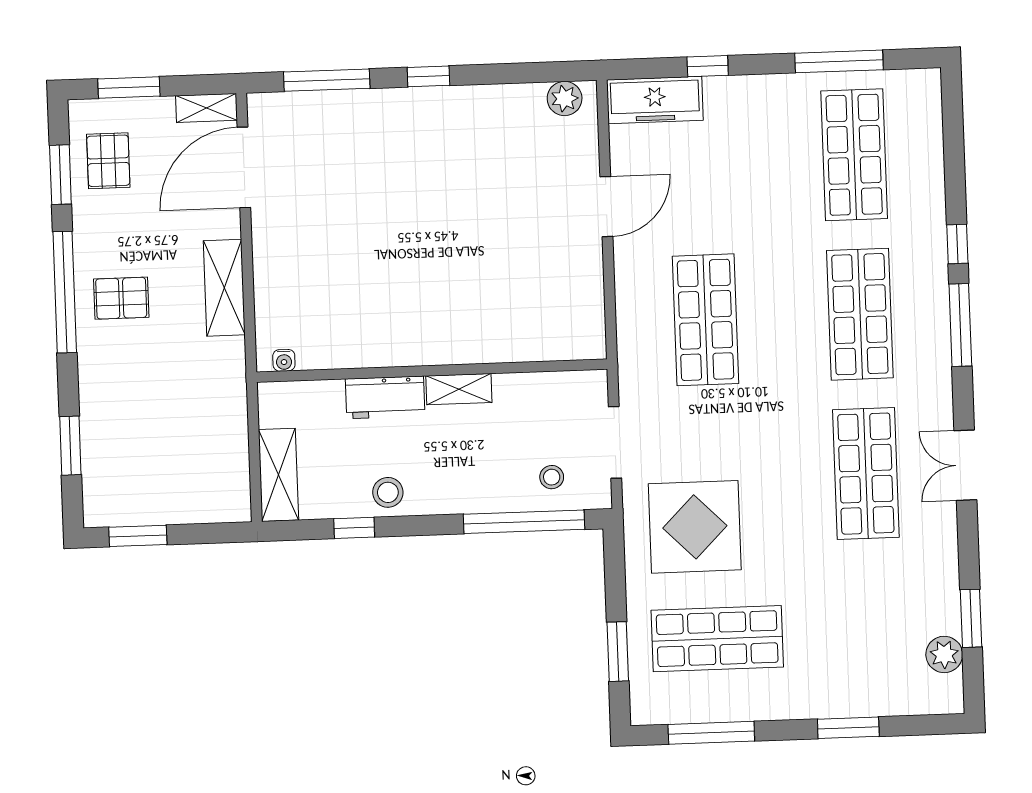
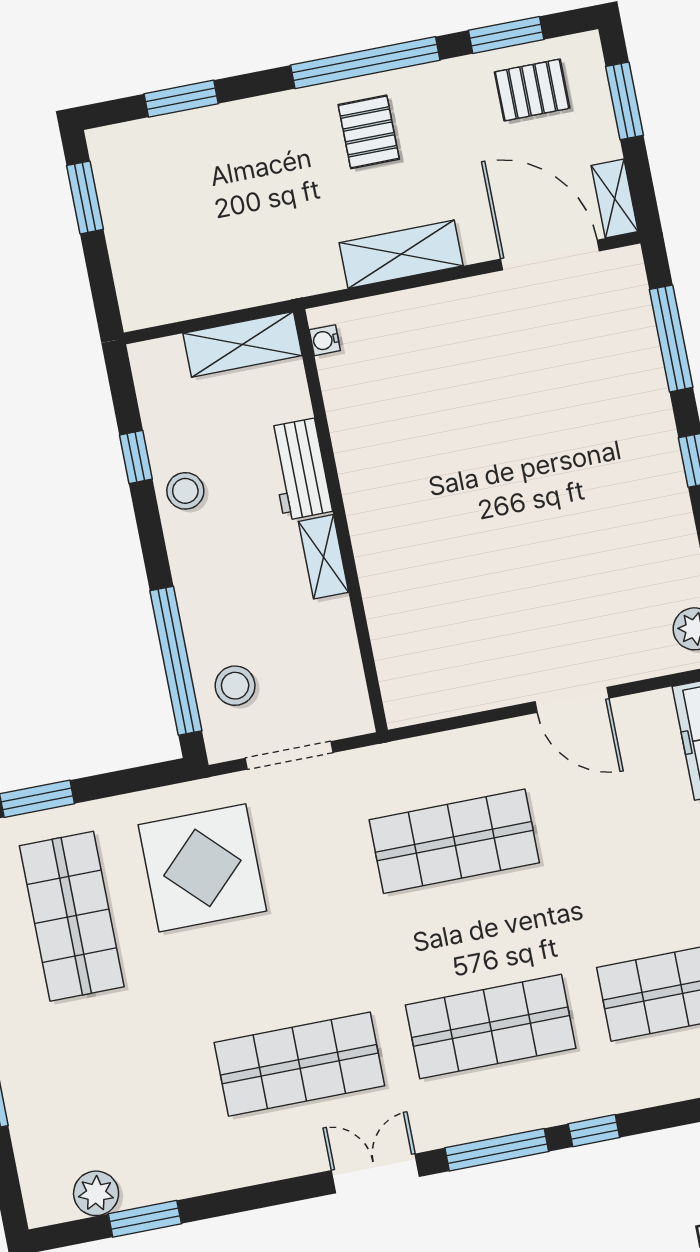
double door: (965, 465) -> (375, 1173), moved
shelving: (278, 475) -> (243, 344), moved
stool: (552, 477) -> (235, 686), width x1.37, depth x1.37

